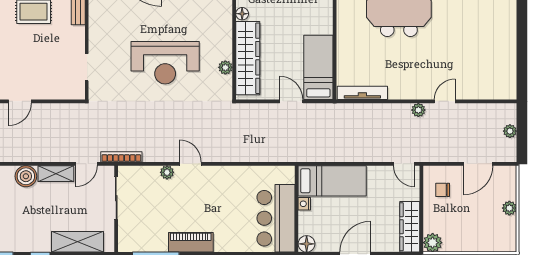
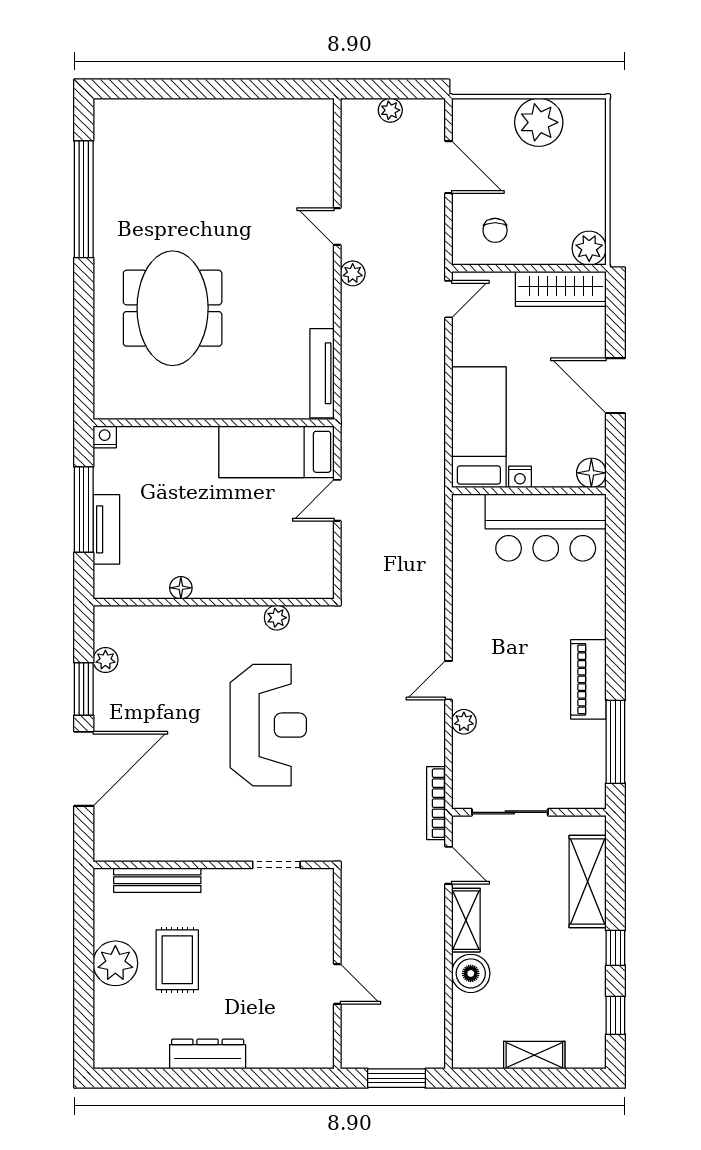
wardrobe: (248, 58) -> (260, 578), removed
plant: (509, 208) -> (539, 122), width x1.88, depth x1.88

